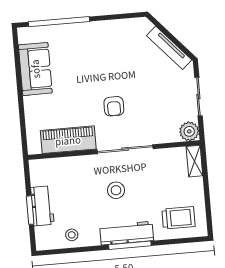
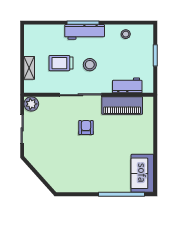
tv unit: (169, 48) -> (41, 168), removed
sofa: (35, 69) -> (142, 173), moved
shelving: (194, 161) -> (29, 68), moved
workbench: (42, 206) -> (127, 85), moved, turned 90
trolley: (178, 218) -> (61, 63), moved

